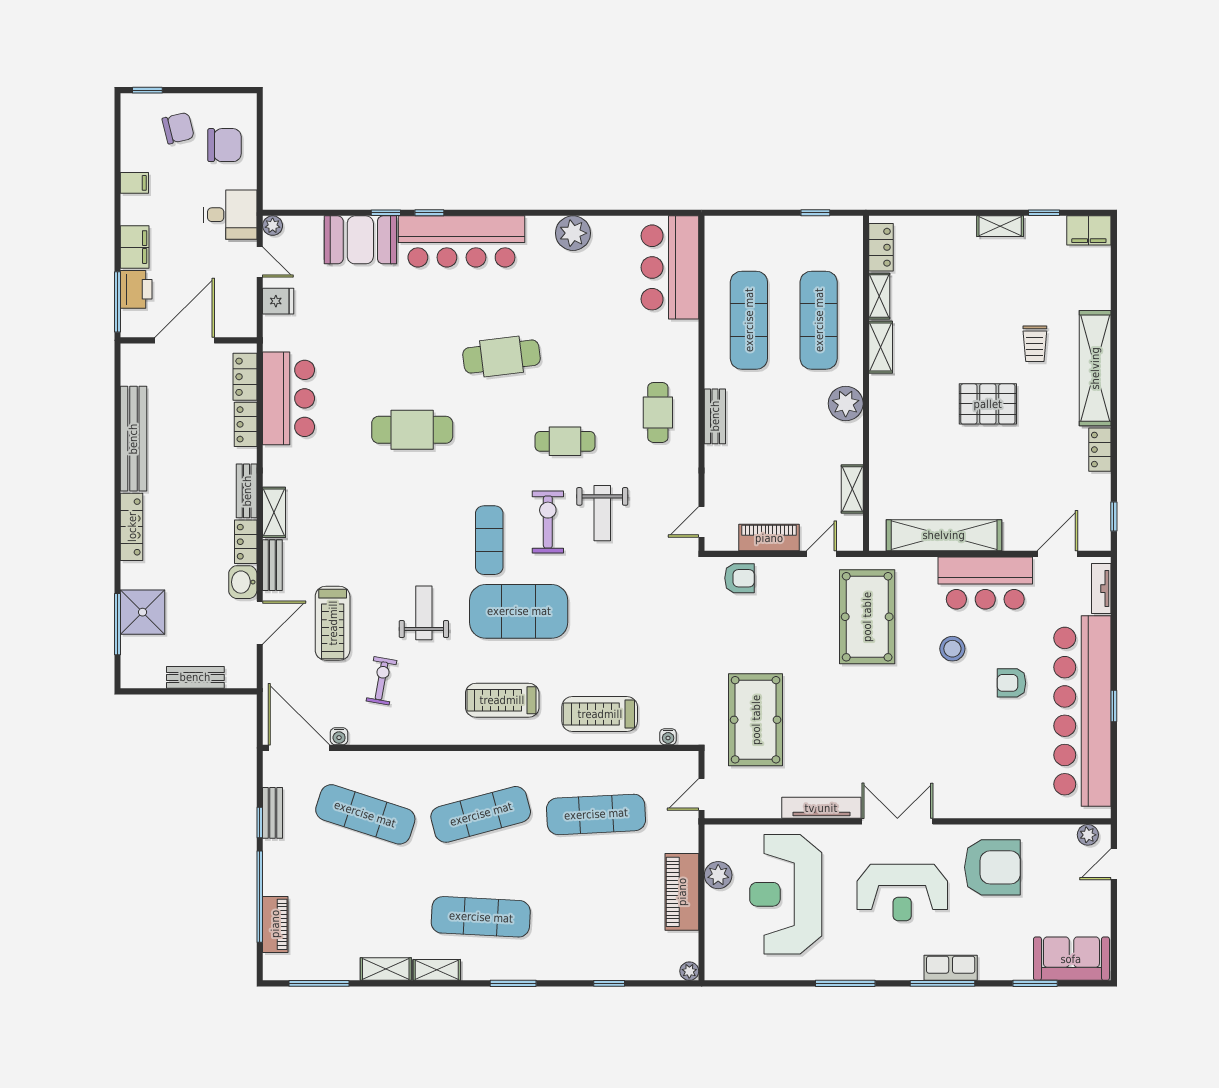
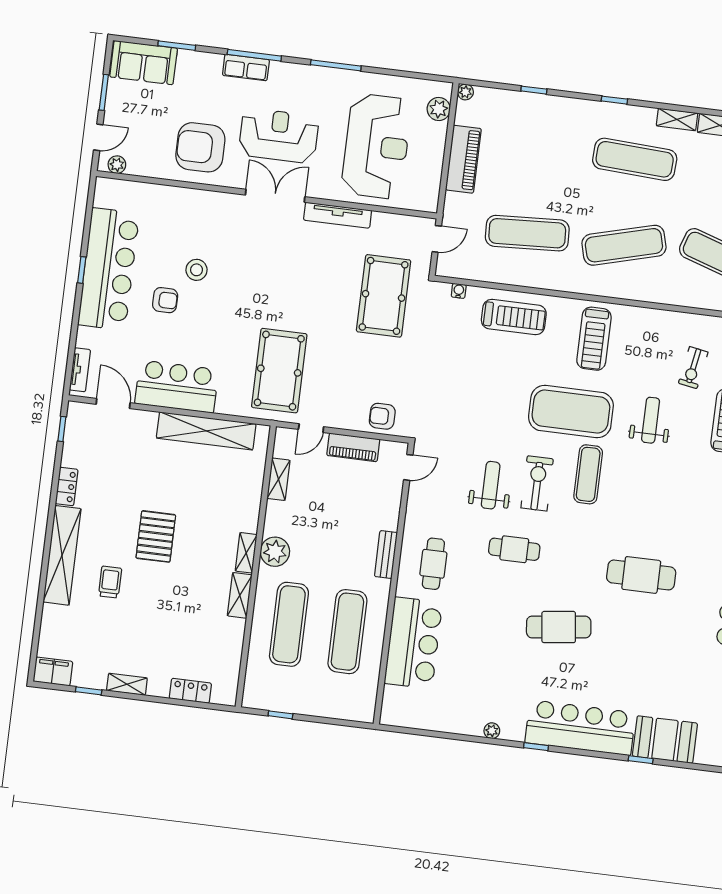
window: (429, 213) -> (536, 747), moved
plant: (573, 233) -> (492, 731), width x0.53, depth x0.53
locker: (881, 247) -> (190, 691), moved, turned 90
bar counter: (670, 267) -> (413, 643), moved
shelving: (879, 296) -> (246, 553), moved
pallet: (988, 404) -> (156, 536), turned 90
exercise bike: (548, 522) -> (537, 483), turned 180
door: (1057, 554) -> (113, 403), swing flipped
weight bench: (424, 613) -> (651, 420), turned 180
stool: (952, 649) -> (196, 270), moved
treadmill: (502, 700) -> (594, 339), turned 90
bar counter: (1082, 711) -> (109, 269), width x0.73
double door: (897, 821) -> (275, 196), swing flipped
plant: (718, 875) -> (439, 109), moved
window: (1114, 918) -> (104, 92), added
window: (513, 983) -> (614, 100), width x0.67

